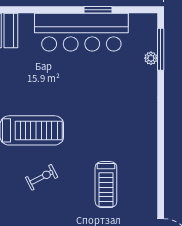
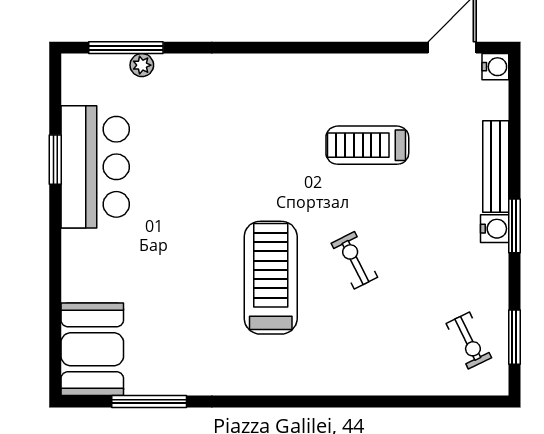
bar counter: (81, 32) -> (95, 167), width x0.73
treadmill: (106, 185) -> (367, 145), turned 180

